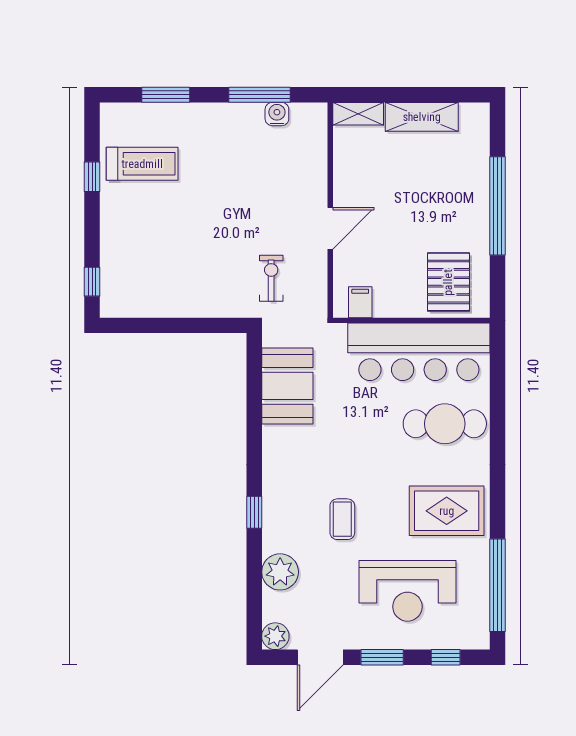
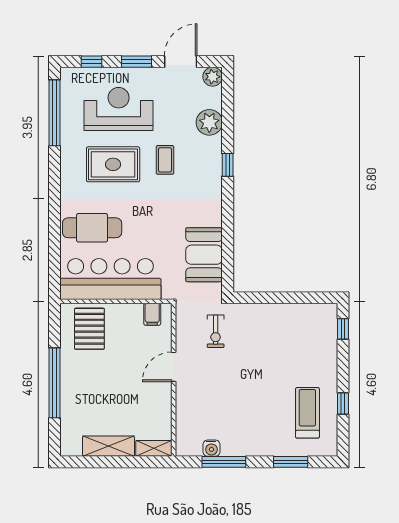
treadmill: (142, 164) -> (307, 413), turned 90
rug: (447, 511) -> (113, 164), moved

